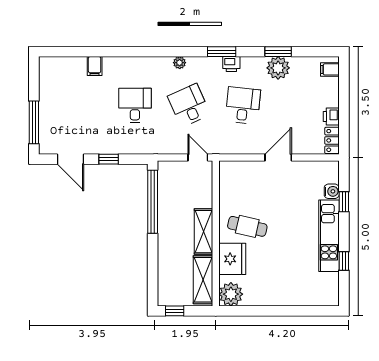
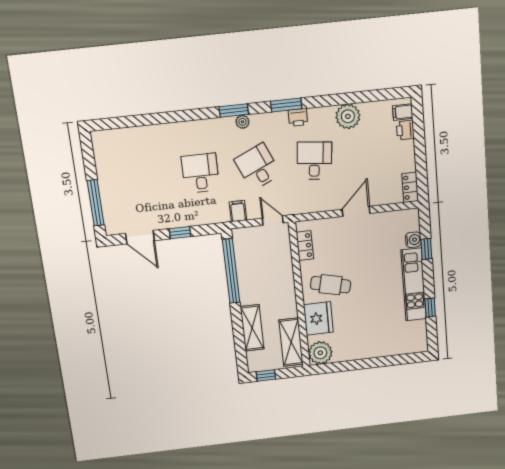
window: (278, 52) -> (234, 111), moved
filing cabinet: (95, 66) -> (238, 211), moved, turned 180
printer: (331, 116) -> (405, 130), moved
locker: (226, 185) -> (305, 246), added
shelving: (203, 232) -> (252, 328), moved

